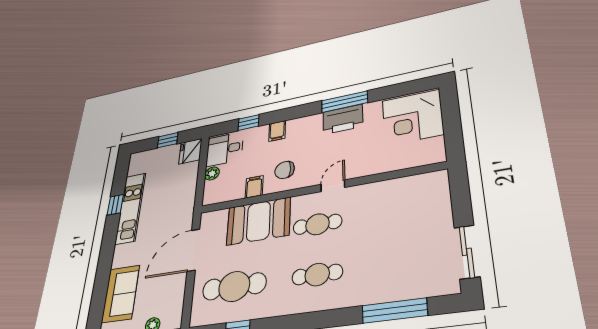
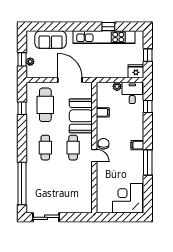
printer: (343, 119) -> (136, 161), removed
filing cabinet: (277, 131) -> (137, 145), moved
chair: (285, 170) -> (104, 144), moved
kitchen unit: (130, 208) -> (104, 37), width x1.36
window: (394, 311) -> (22, 183), width x1.46

